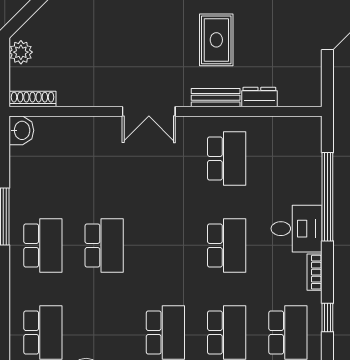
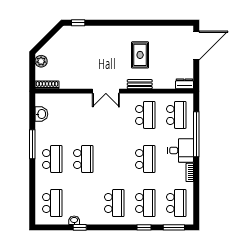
dresser: (259, 97) -> (185, 84), moved
washbasin: (21, 130) -> (41, 114), moved
school desk: (288, 158) -> (176, 115), added
window: (327, 318) -> (196, 195), removed

